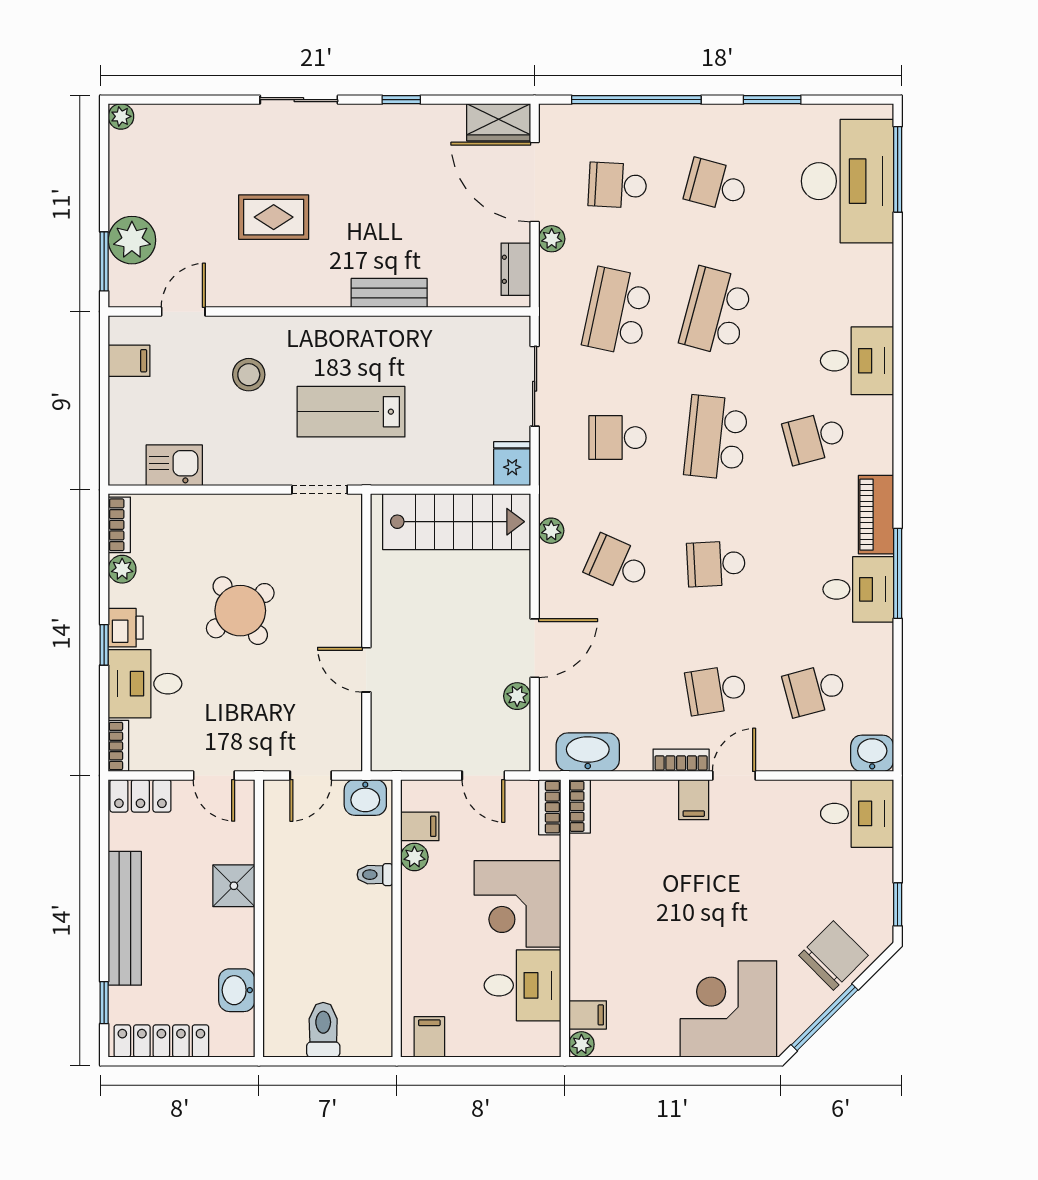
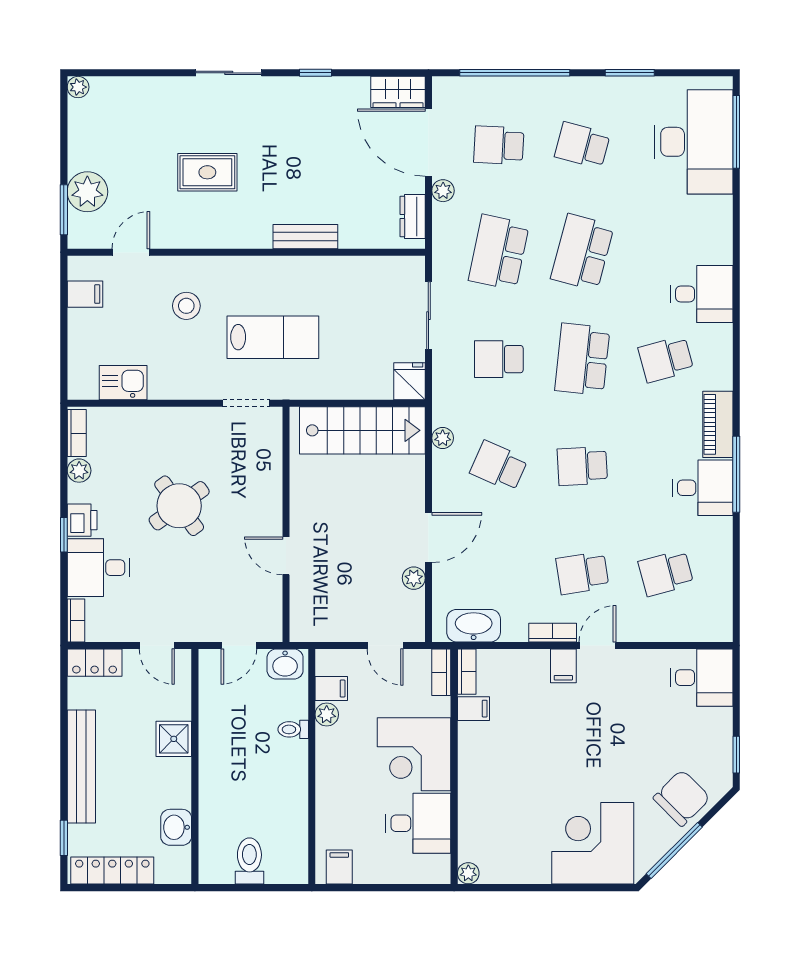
lab bench: (351, 412) -> (273, 337), turned 180
washbasin: (872, 753) -> (715, 627), removed
filing cabinet: (588, 1015) -> (473, 709), moved

